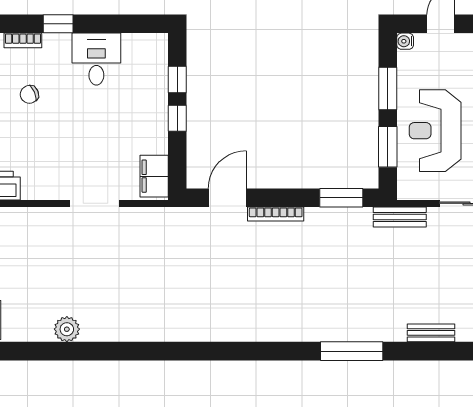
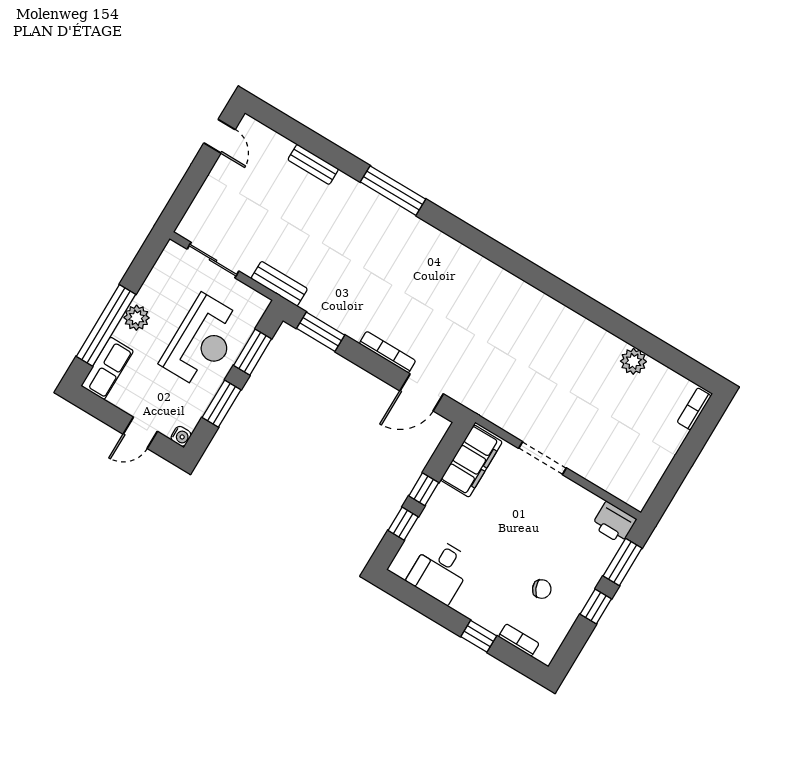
desk: (96, 59) -> (440, 571), moved
filing cabinet: (154, 176) -> (471, 461), width x1.50, depth x1.17

